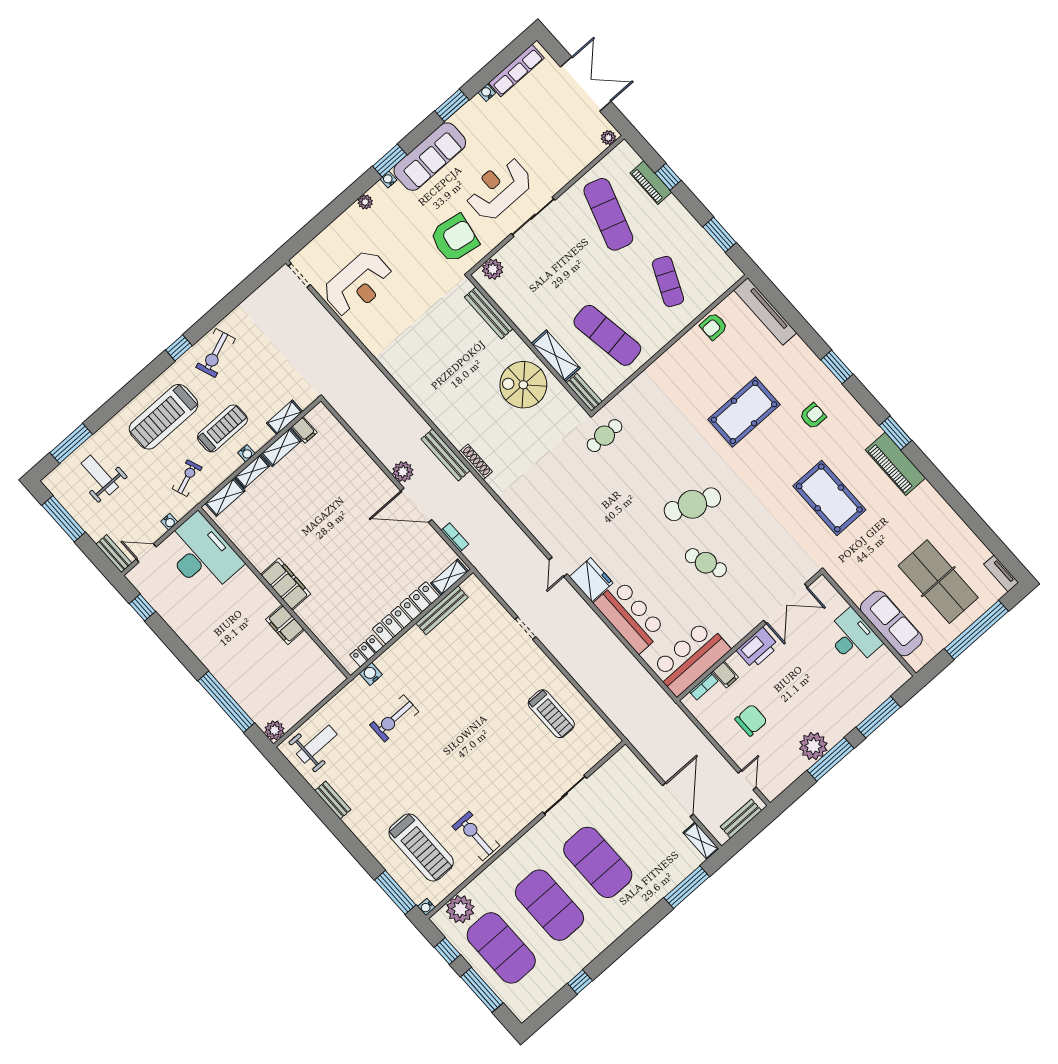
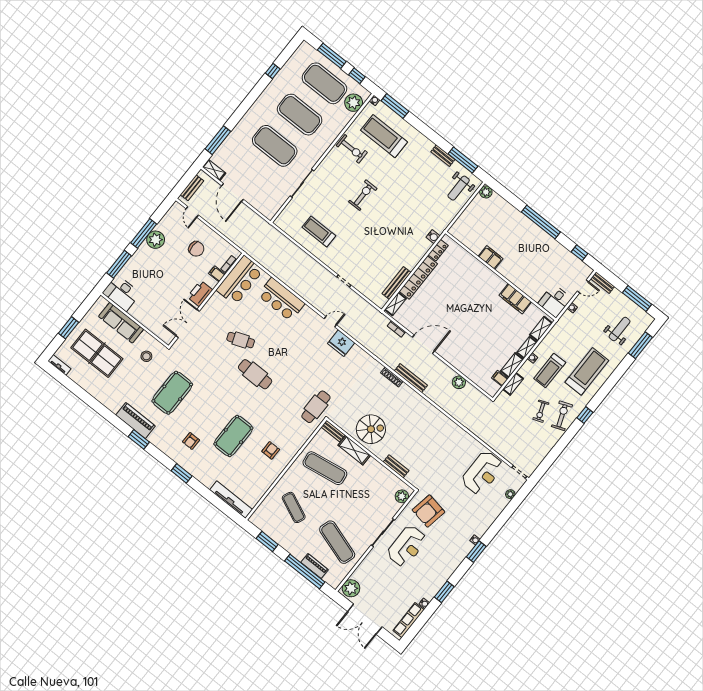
plant: (608, 138) -> (351, 588), width x1.87, depth x1.87
sofa: (430, 157) -> (452, 558), removed
window: (668, 177) -> (305, 571), width x3.17
plant: (365, 202) -> (510, 494), moved
reception desk: (358, 284) -> (482, 473), turned 180
bench: (489, 313) -> (396, 466), width x0.73
armchair: (714, 326) -> (271, 450), moved
cafe table: (605, 436) -> (316, 407), width x1.37, depth x1.35
plant: (403, 472) -> (459, 382), moved
weight bench: (100, 475) -> (620, 329), turned -90
exercise bike: (187, 478) -> (541, 411), moved
pool table: (829, 498) -> (172, 393), turned 90
cafe table: (692, 504) -> (255, 374), turned 68
desk: (202, 554) -> (555, 301), width x0.53, depth x0.77
stool: (860, 563) -> (146, 356), added
door: (558, 567) -> (330, 322), hinge flipped
fridge: (591, 580) -> (341, 343), moved
filing cabinet: (286, 584) -> (515, 299), moved
window: (976, 630) -> (68, 328), width x0.47
desk: (853, 637) -> (122, 293), moved
window: (226, 702) -> (541, 222), moved
exercise bike: (394, 718) -> (363, 195), moved
chair: (751, 720) -> (196, 249), turned -90
window: (302, 787) -> (463, 160), added

